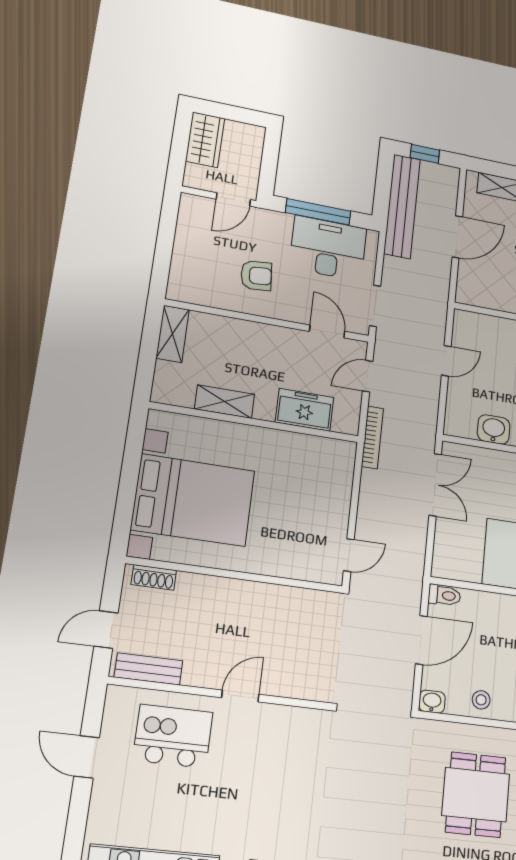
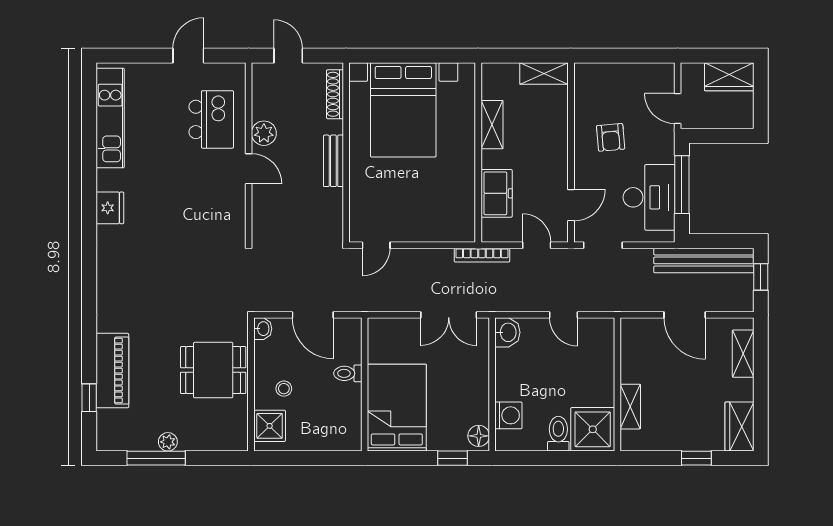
washbasin: (494, 429) -> (507, 332), moved
door: (349, 555) -> (376, 245), hinge flipped
shoe rack: (154, 577) -> (335, 94), width x1.43
toilet: (444, 595) -> (348, 373), moved, turned 90
bench: (149, 669) -> (333, 161), moved
plant: (199, 672) -> (264, 133), added
stool: (481, 700) -> (284, 389), moved
dining table: (476, 795) -> (213, 370), moved

